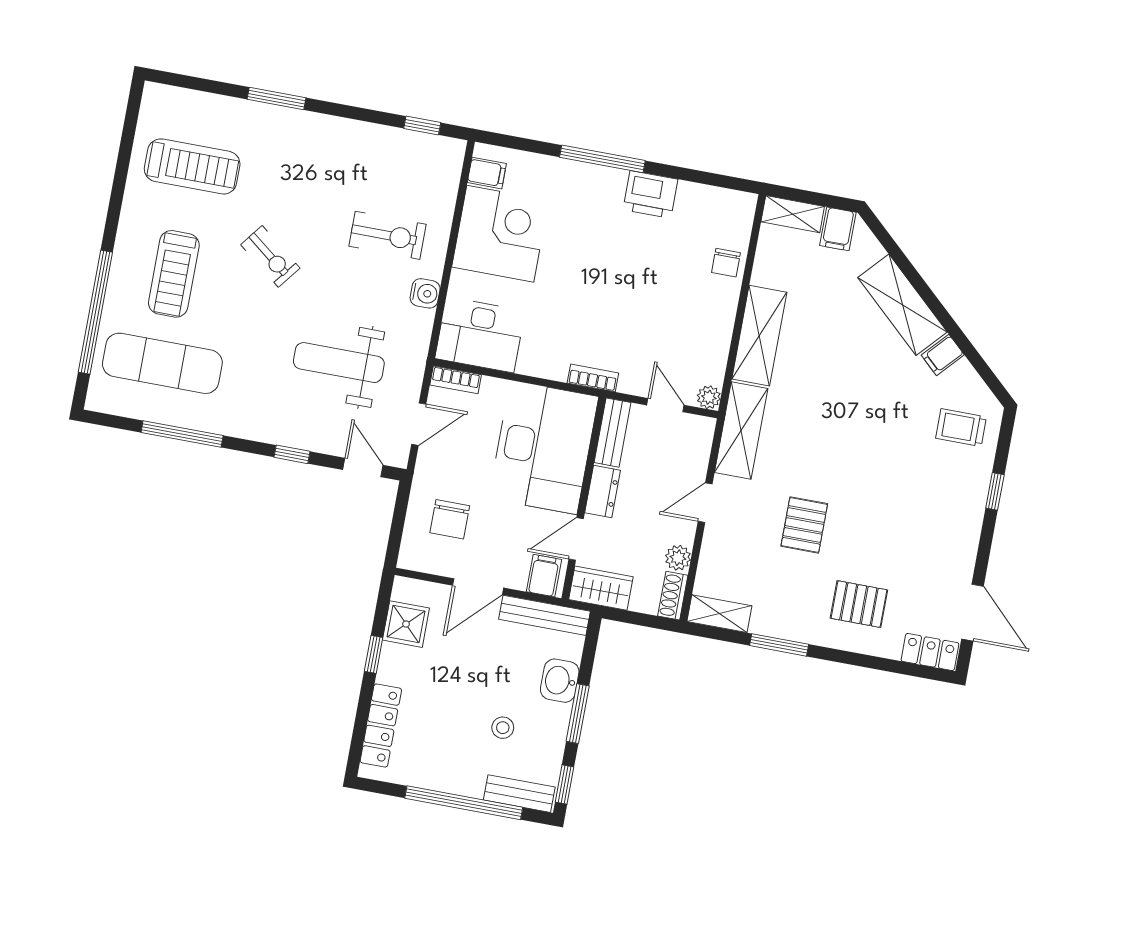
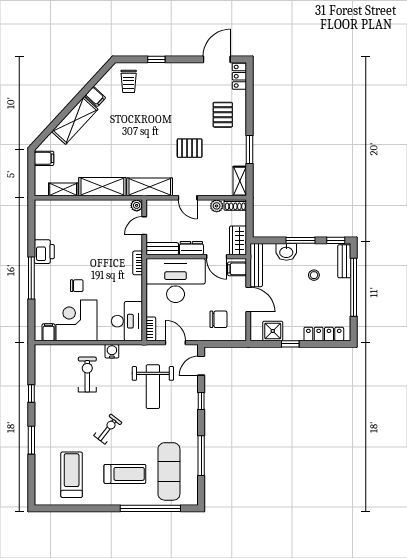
window: (422, 126) -> (31, 393), moved
shelving: (793, 214) -> (63, 189), moved, turned 90
chair: (726, 263) -> (77, 286), moved

